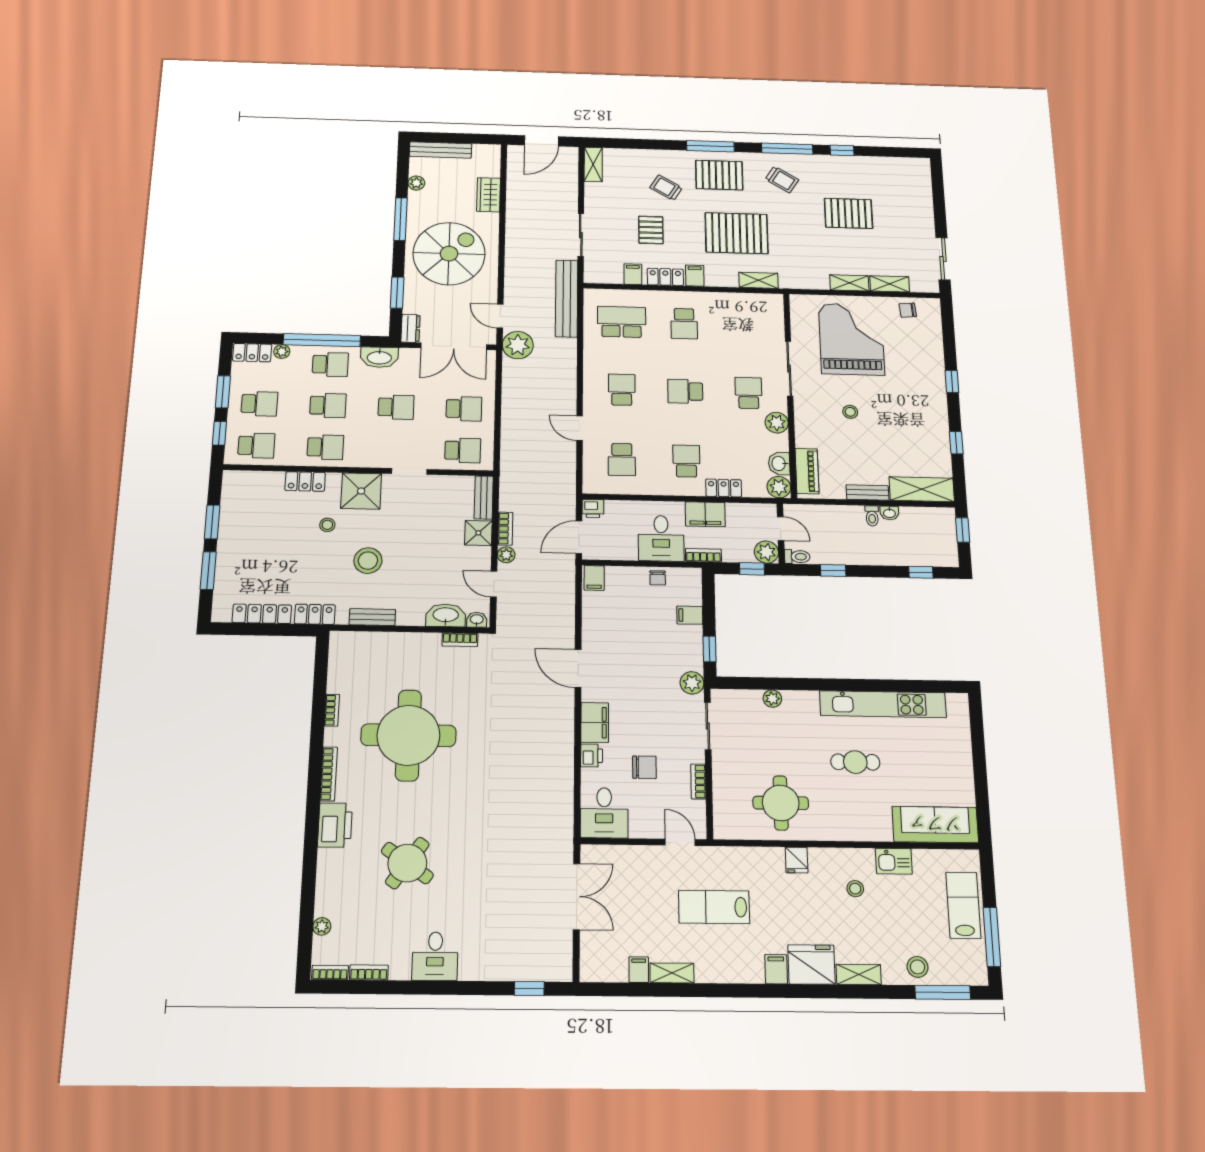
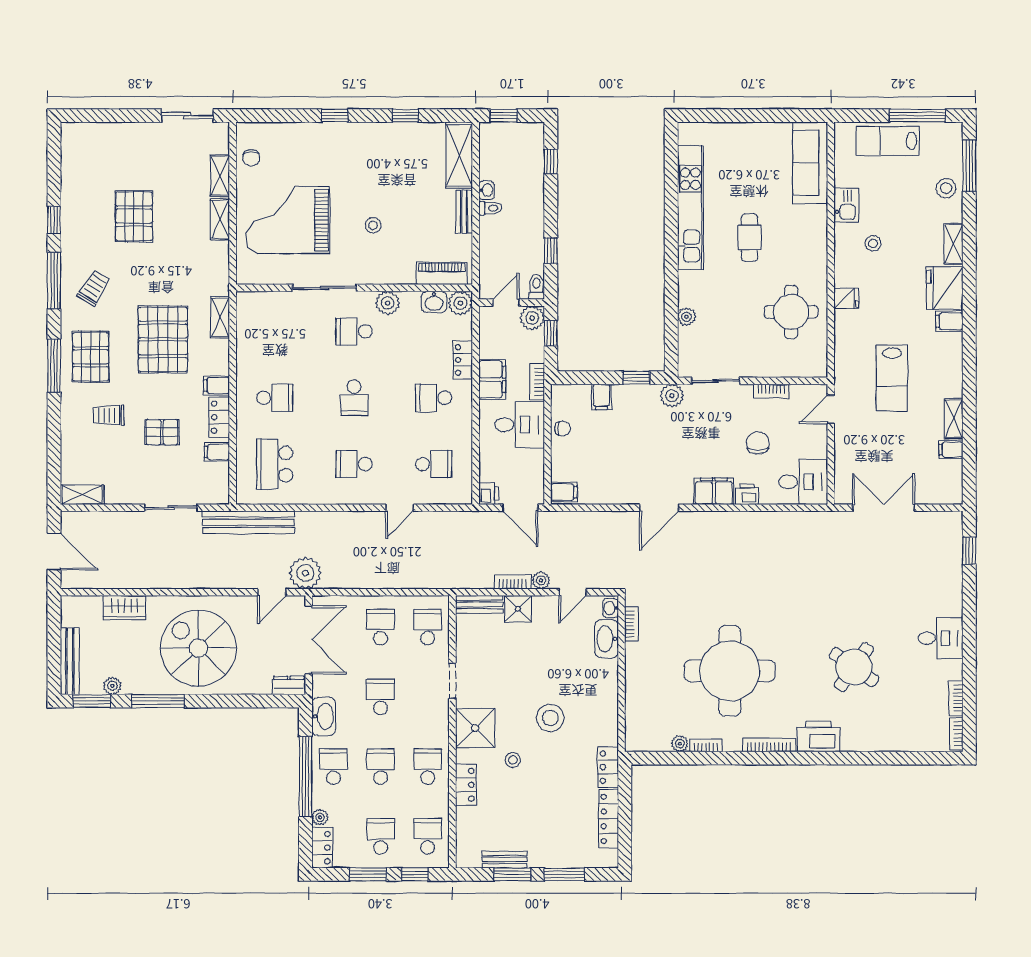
trolley: (666, 188) -> (109, 415), turned 59
window: (397, 293) -> (92, 701), moved
bench: (372, 617) -> (505, 860), moved, turned 90
plant: (322, 926) -> (680, 744), moved

